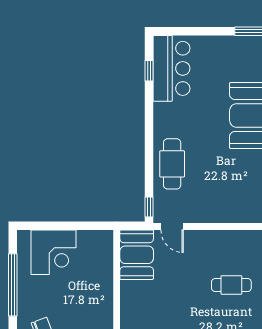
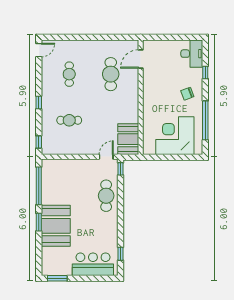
bar counter: (171, 68) -> (93, 264), moved, turned 90
door: (172, 227) -> (106, 157), hinge flipped
corner desk: (54, 252) -> (175, 136), width x1.36, depth x1.36

